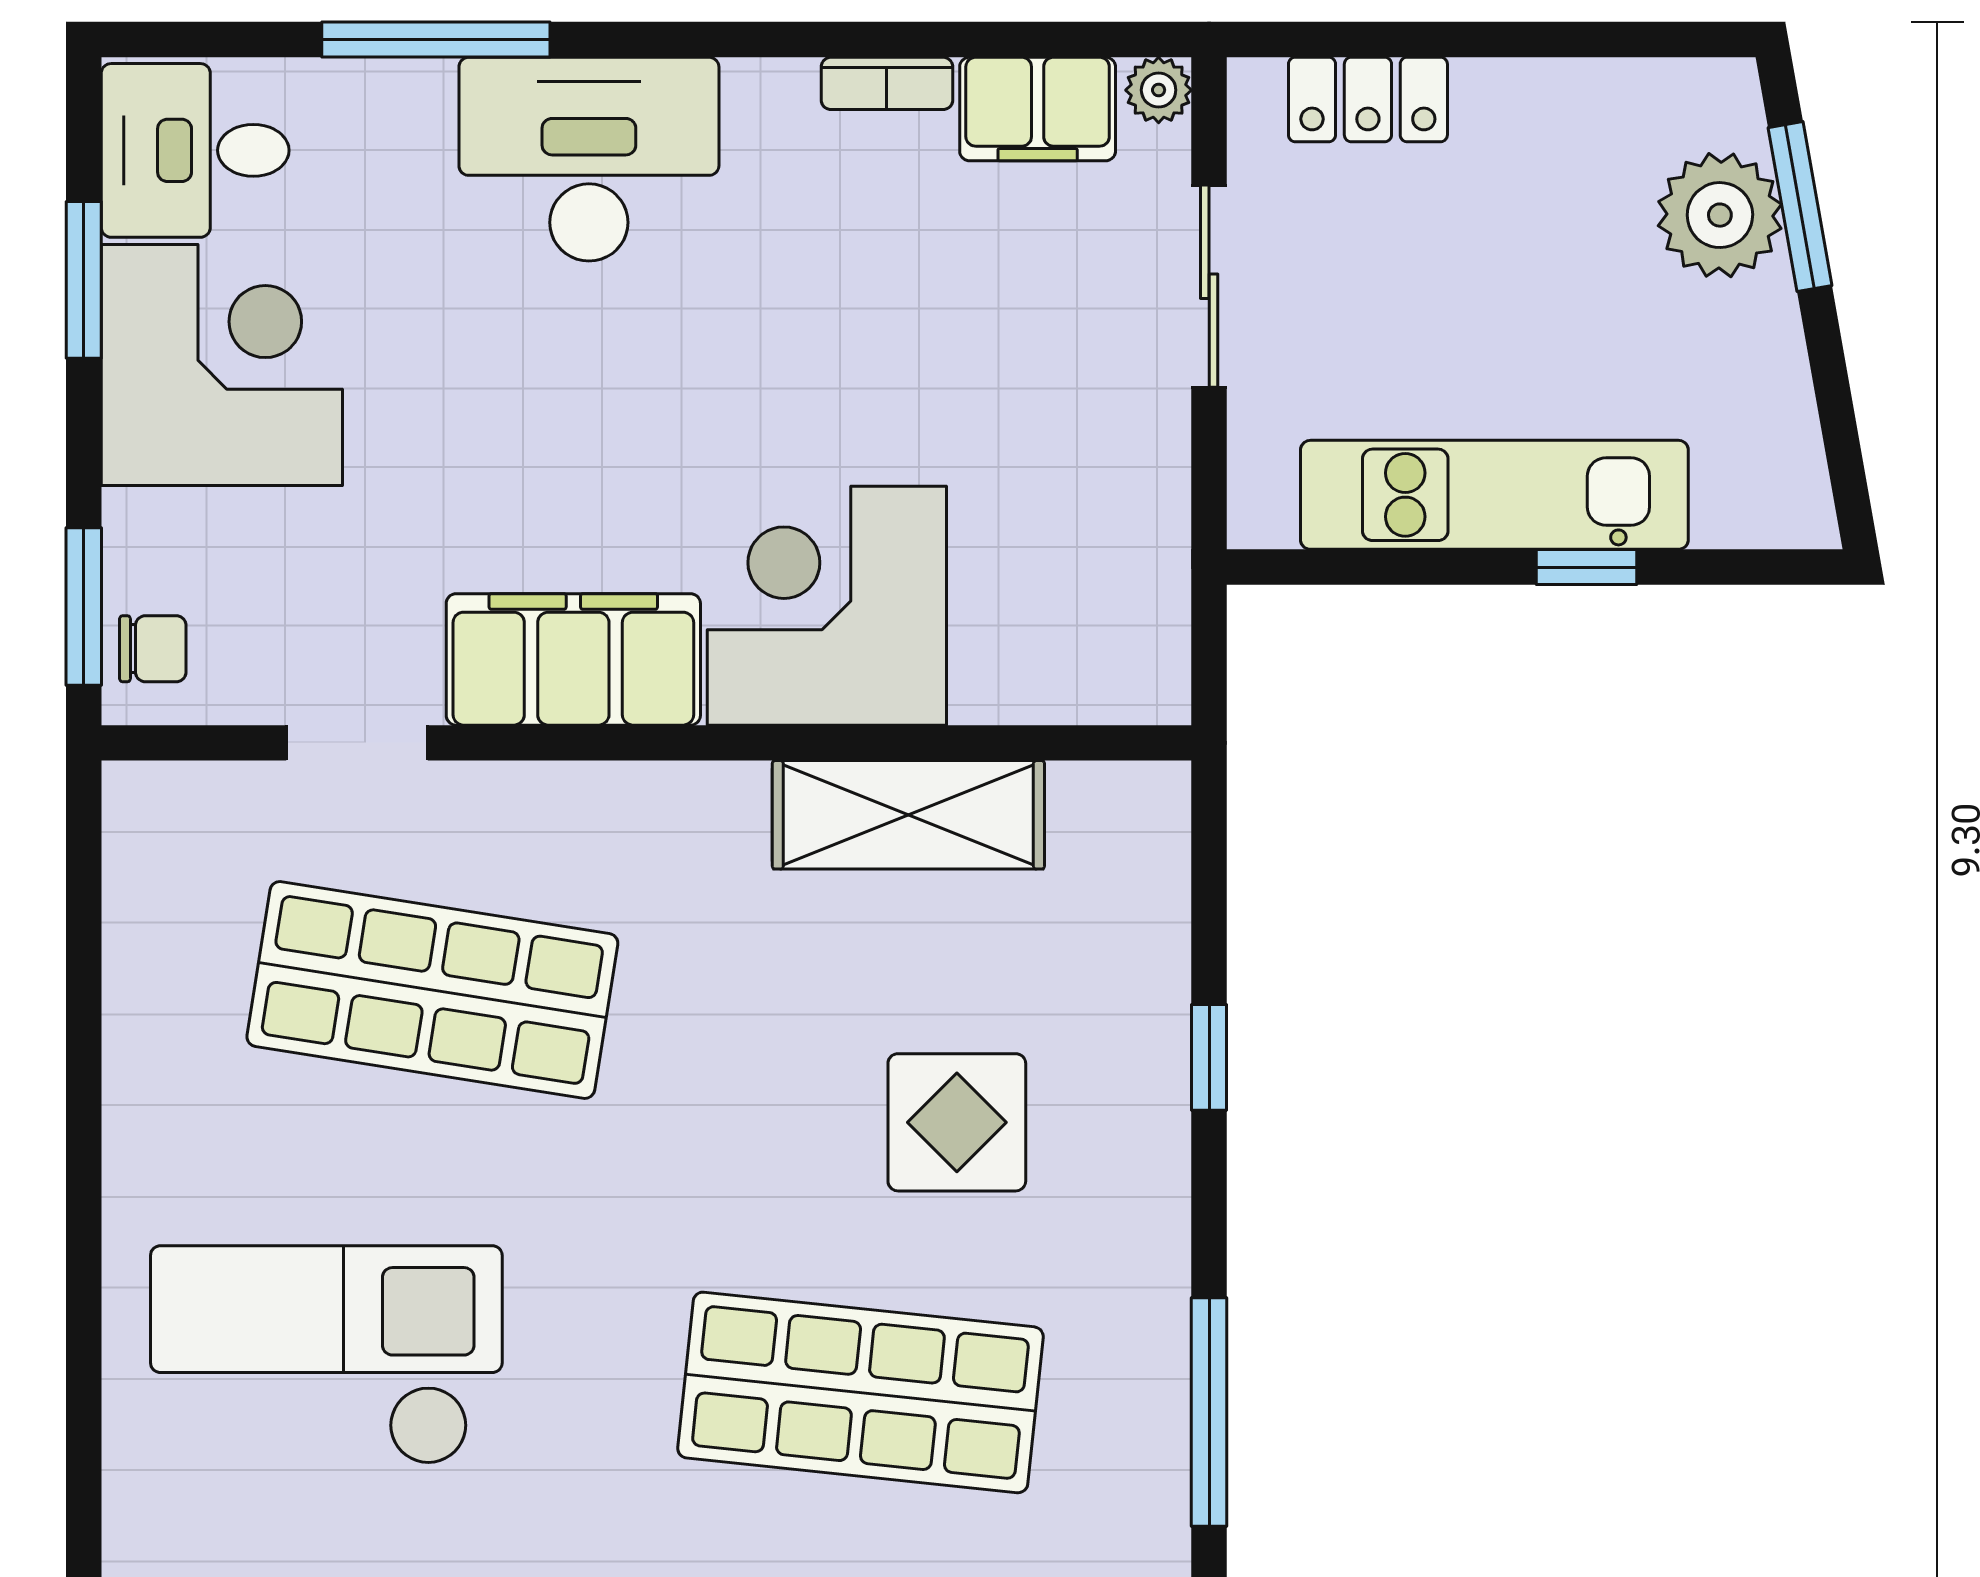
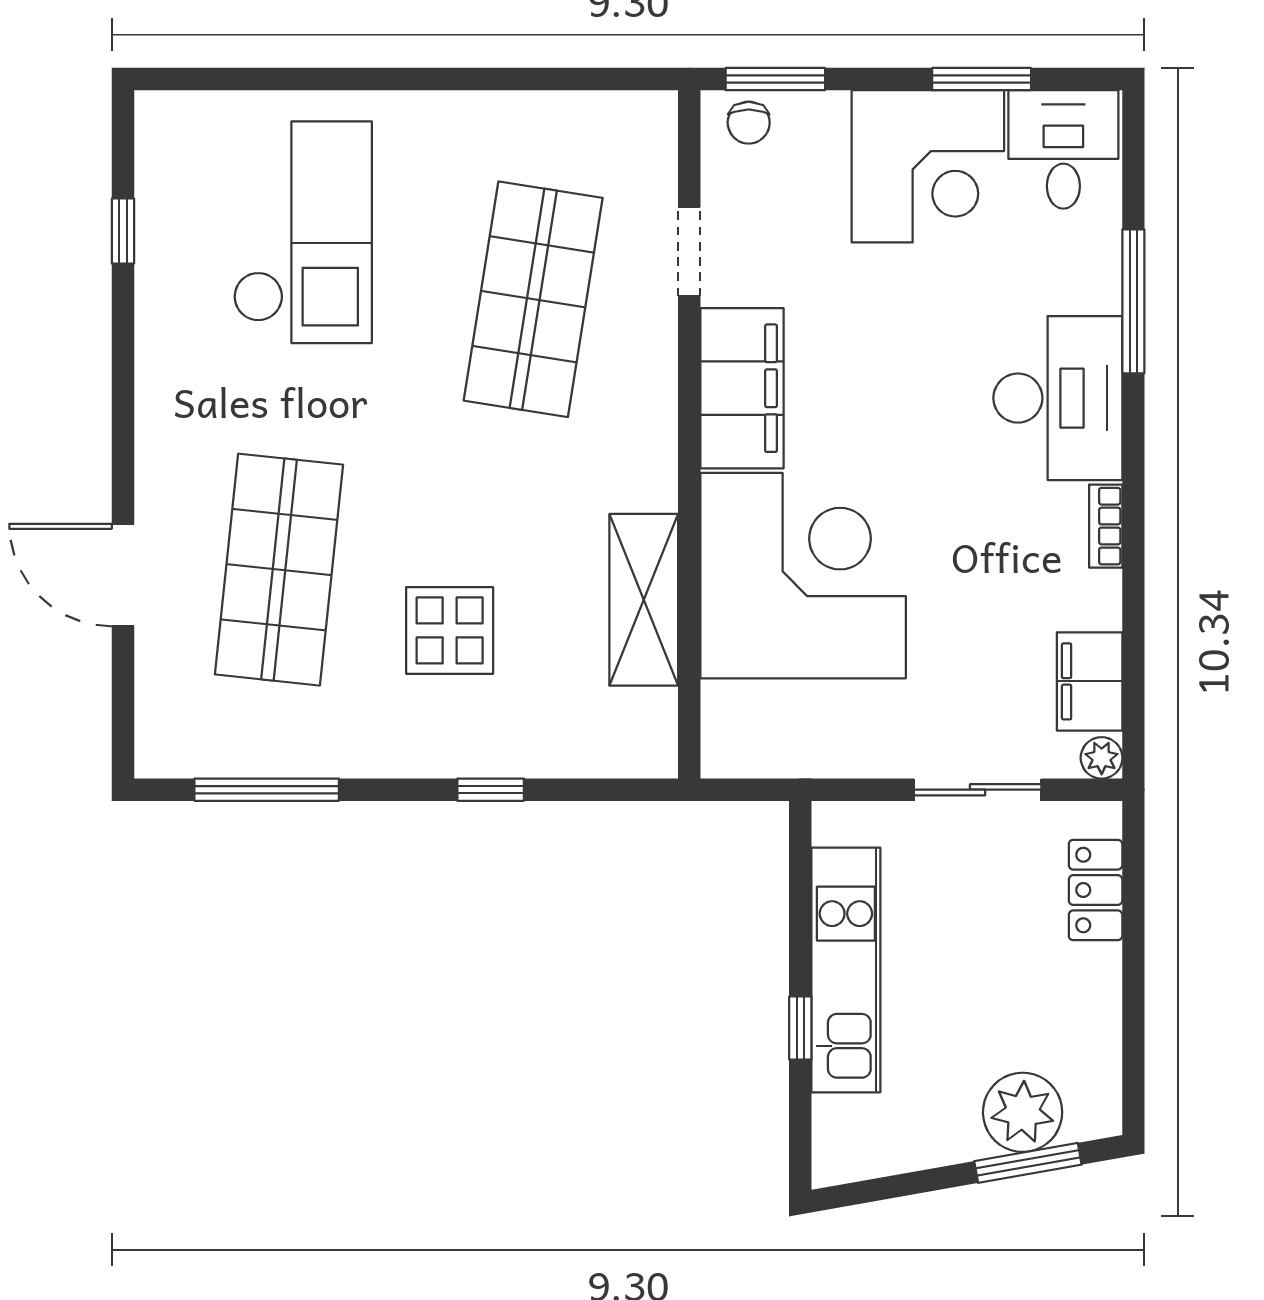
bookcase: (887, 83) -> (1106, 526), moved
corner desk: (827, 606) -> (803, 576), width x1.36, depth x1.36

